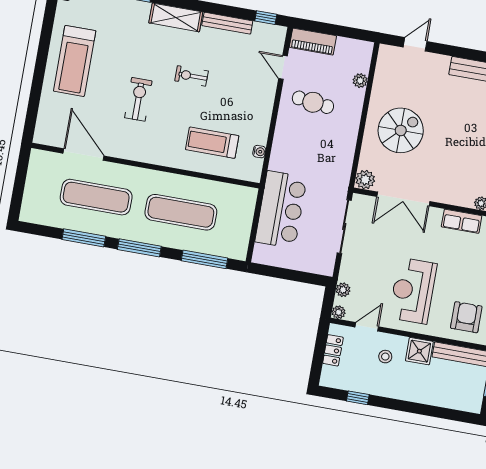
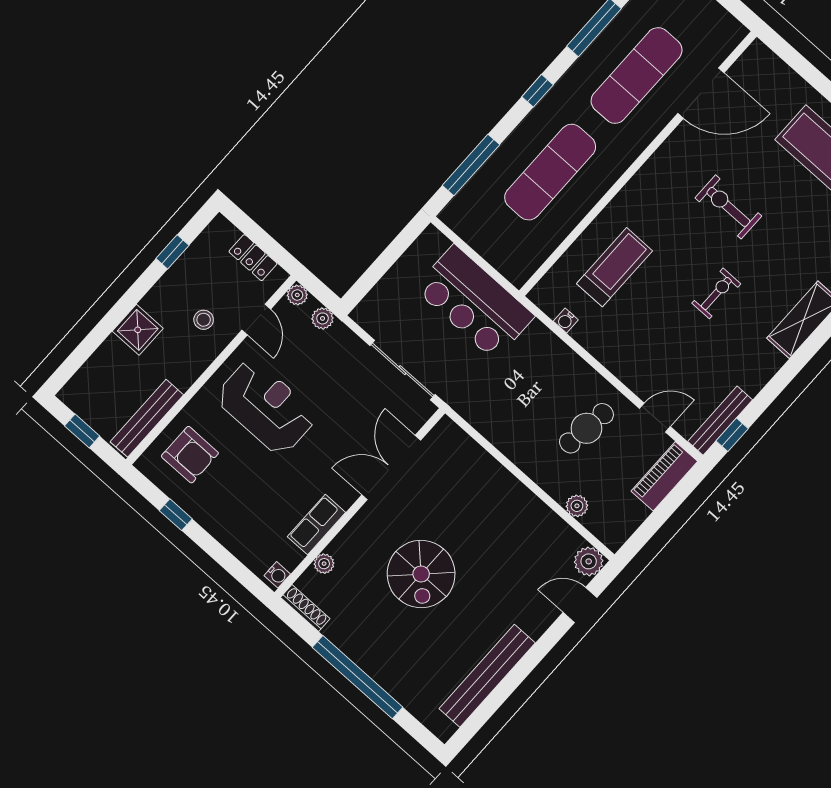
bench: (227, 23) -> (720, 421), moved
door: (415, 44) -> (580, 605), swing flipped
exercise bike: (138, 99) -> (728, 207), turned 180
spiral stairs: (401, 130) -> (421, 574), moved
plant: (365, 180) -> (589, 561), moved
window: (139, 248) -> (537, 91), width x0.46
shower: (419, 351) -> (138, 330), moved

